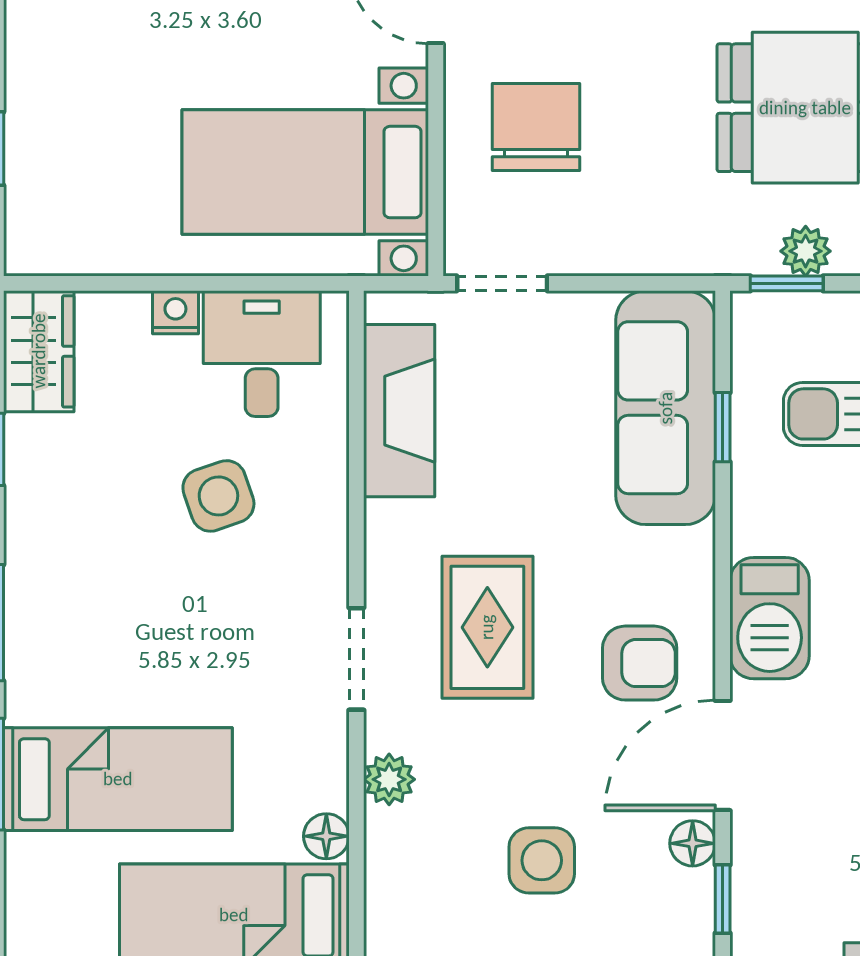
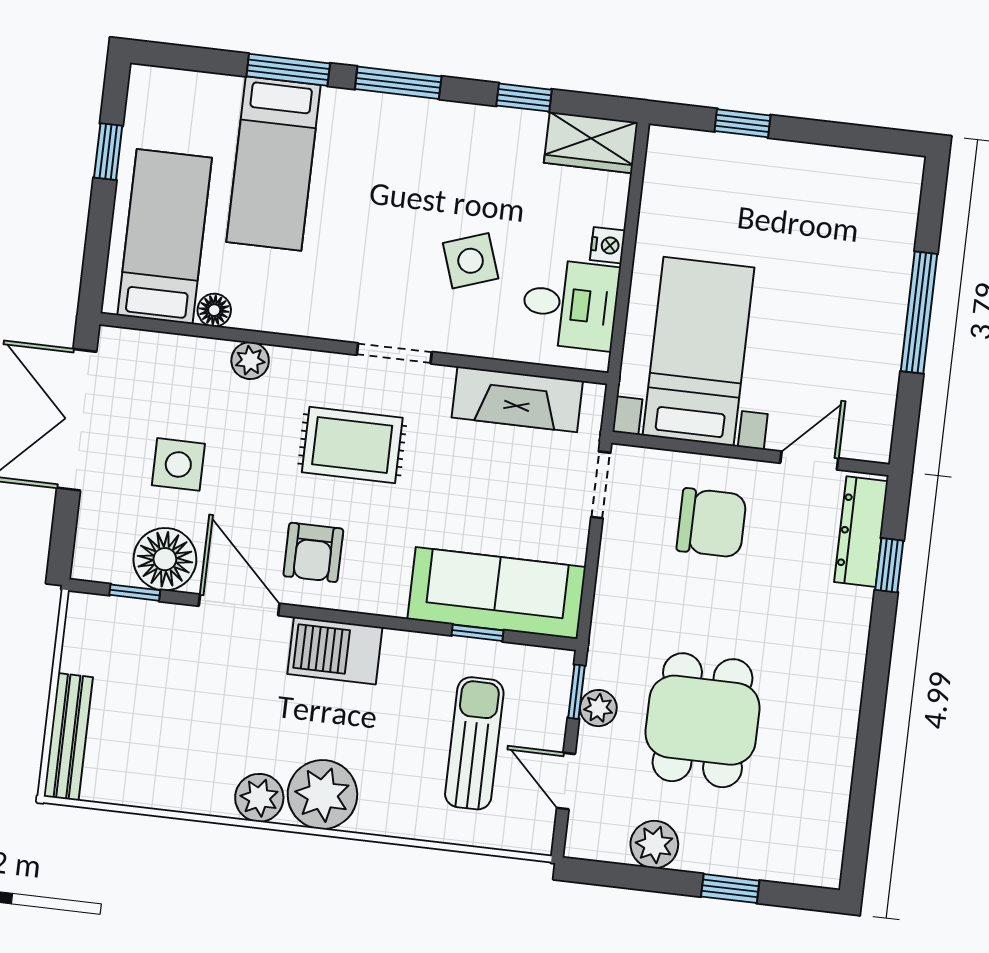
doorway: (356, 659) -> (394, 353), moved
floor lamp: (693, 843) -> (165, 559), width x1.89, depth x1.89

